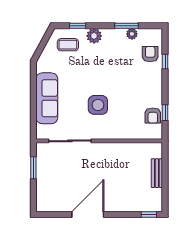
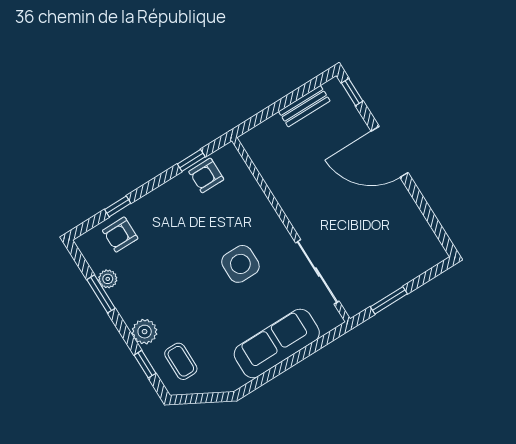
armchair: (153, 116) -> (206, 175), turned 180
bench: (157, 173) -> (304, 106), moved
door: (88, 215) -> (390, 152), moved

